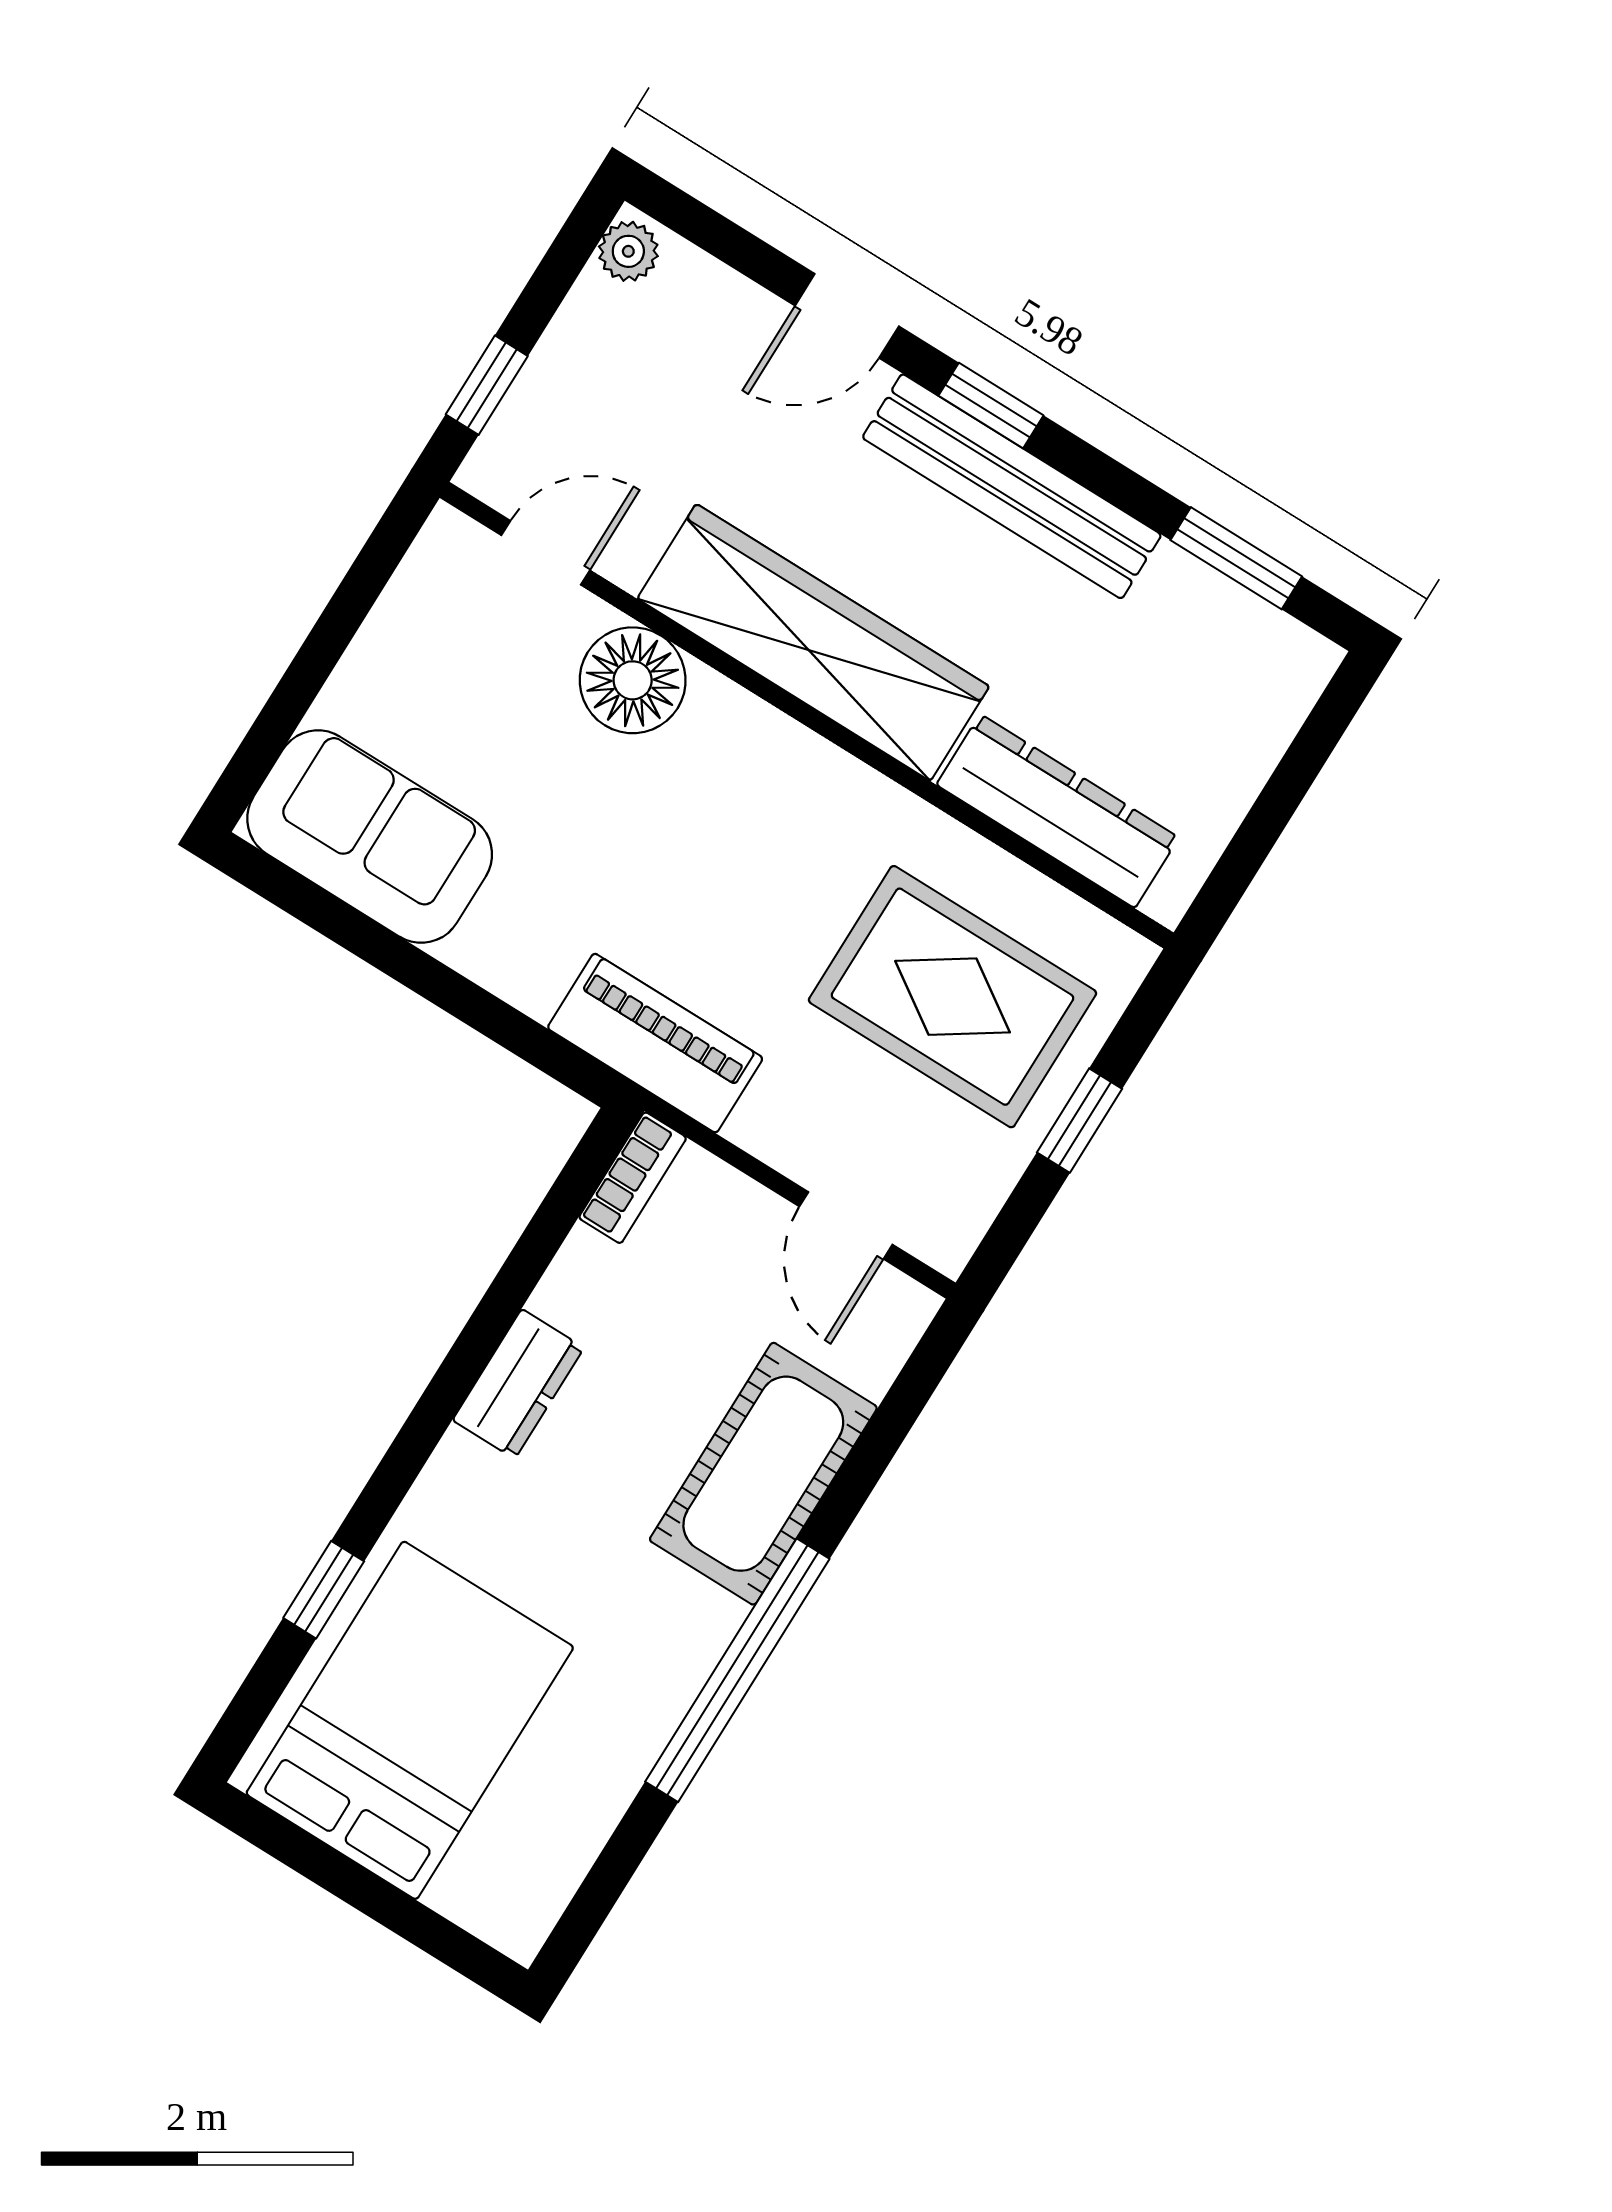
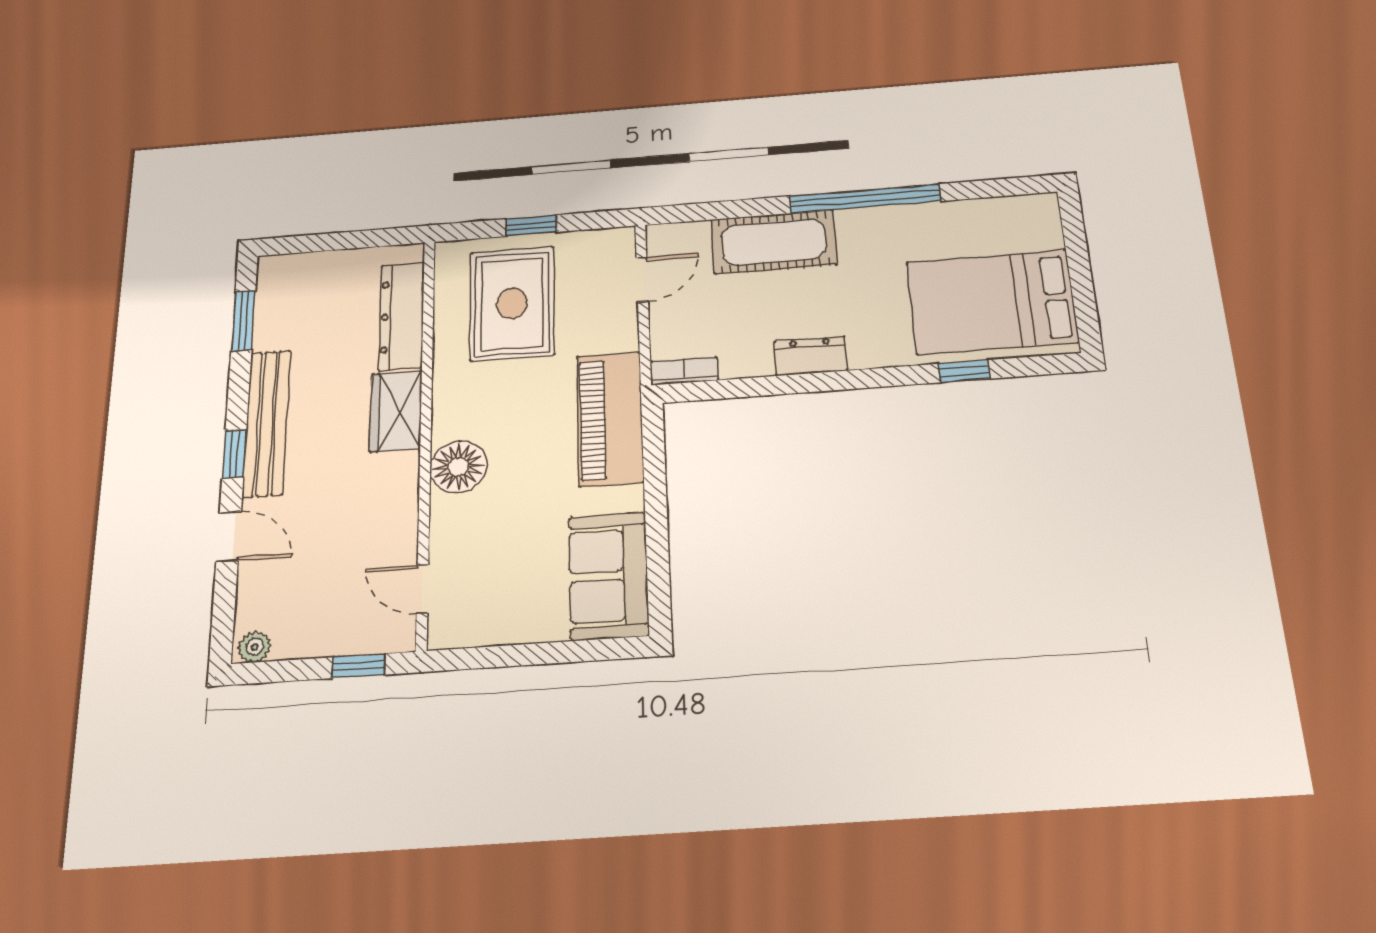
wardrobe: (813, 642) -> (396, 411), width x0.48, depth x0.85
floor lamp: (633, 680) -> (458, 467), moved
piano: (655, 1043) -> (610, 419), width x1.37, depth x1.33

